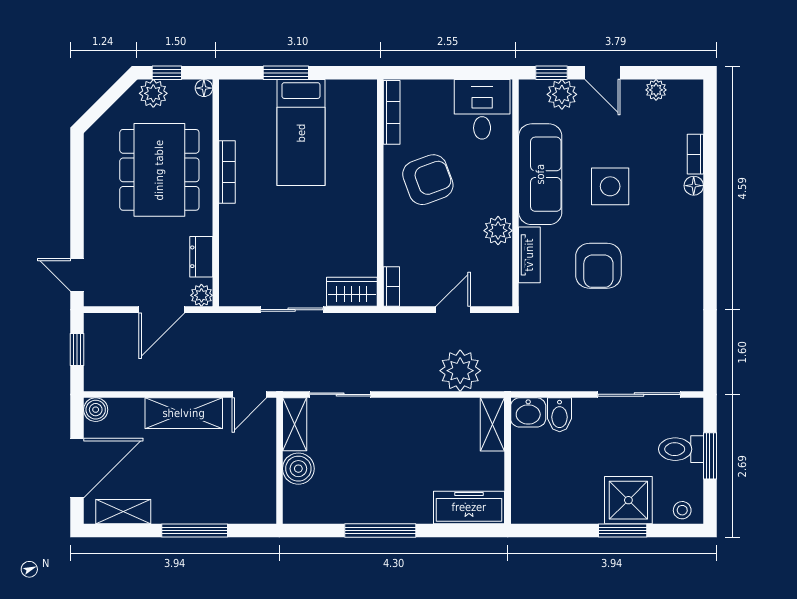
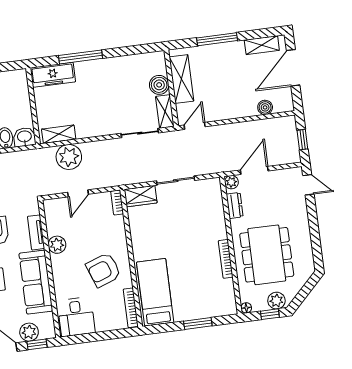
bed: (301, 133) -> (155, 292), moved
boiler: (96, 410) -> (265, 107), moved
shelving: (184, 413) -> (181, 79), moved, turned 90
shelving: (492, 424) -> (59, 134), moved, turned 90
window: (380, 531) -> (81, 57), moved

